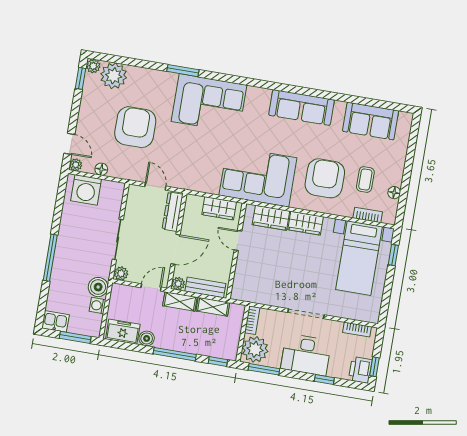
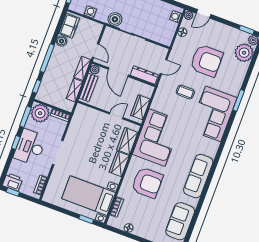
coffee table: (365, 179) -> (185, 92), moved
washing machine: (86, 190) -> (176, 17), width x0.53, depth x0.53
plant: (121, 273) -> (109, 32), removed
boiler: (98, 287) -> (115, 19), moved
window: (324, 380) -> (16, 143), moved

